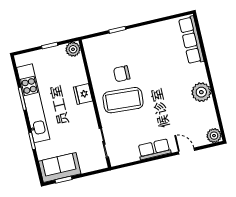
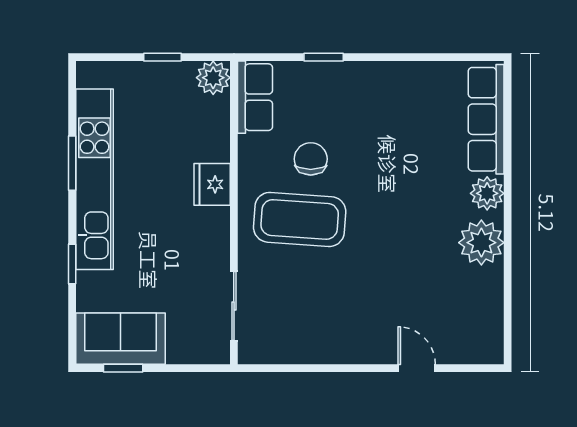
chair: (122, 74) -> (311, 159), turned 90
plant: (214, 136) -> (487, 193), moved
row of seats: (154, 149) -> (255, 97), moved, turned 90

